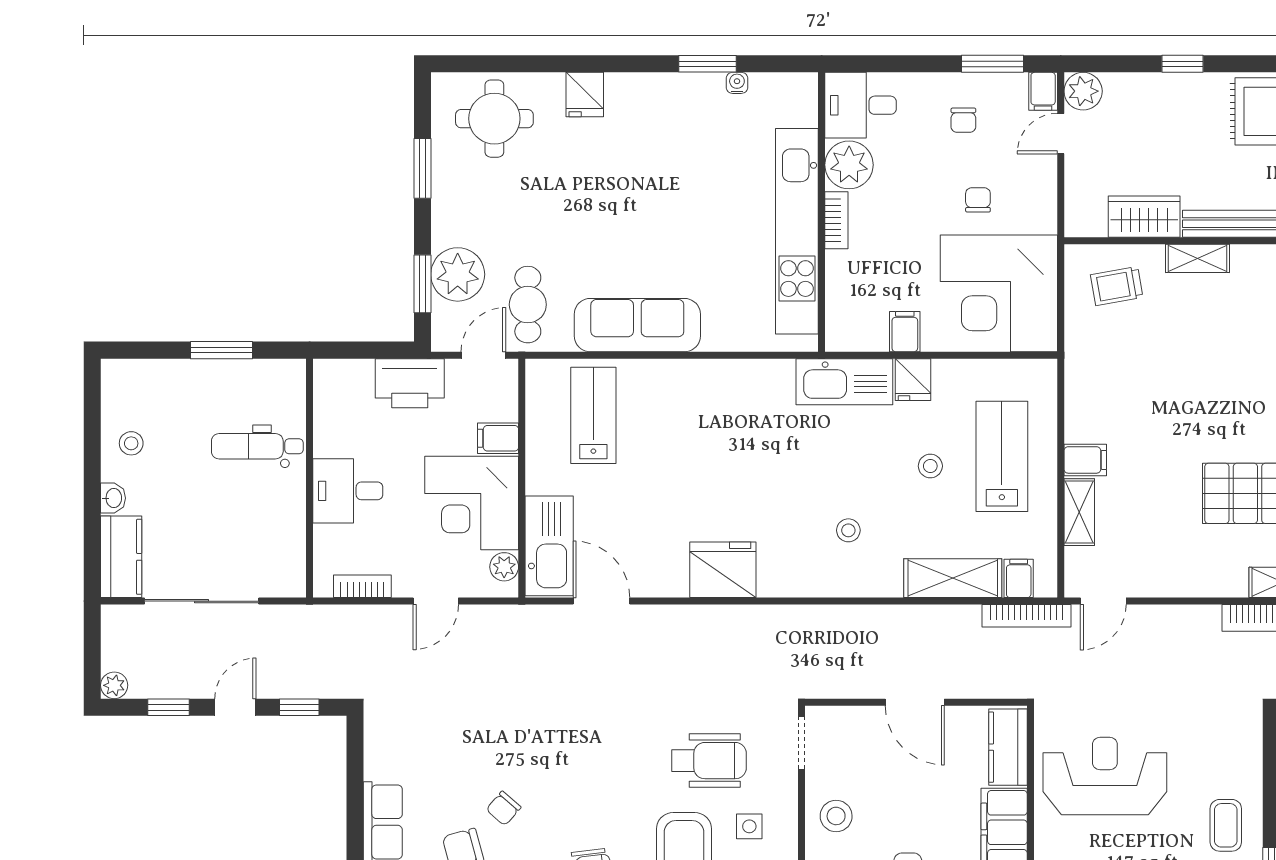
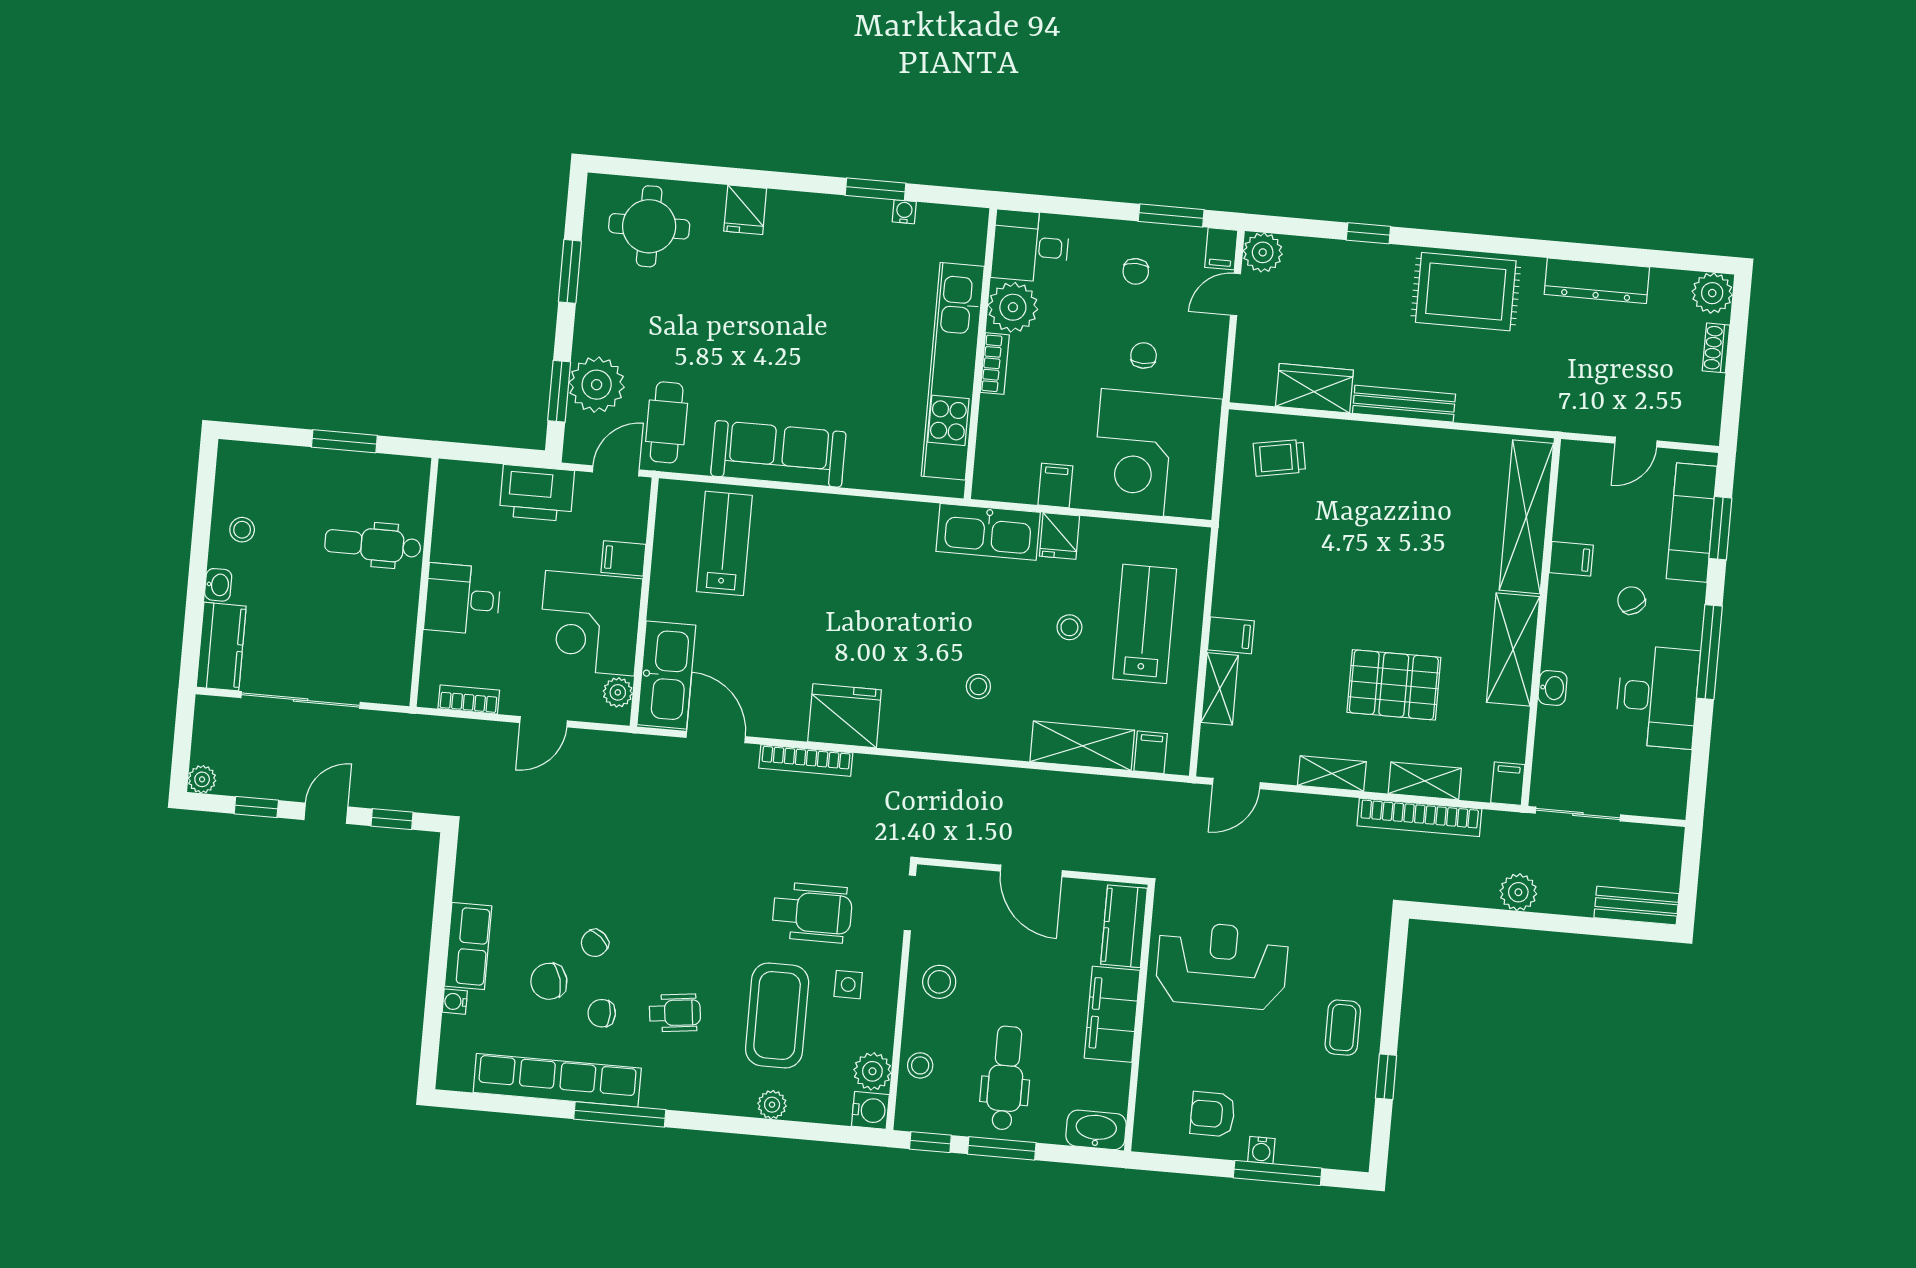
shelving: (1198, 258) -> (1332, 774), moved
bookcase: (1027, 616) -> (806, 760), moved

